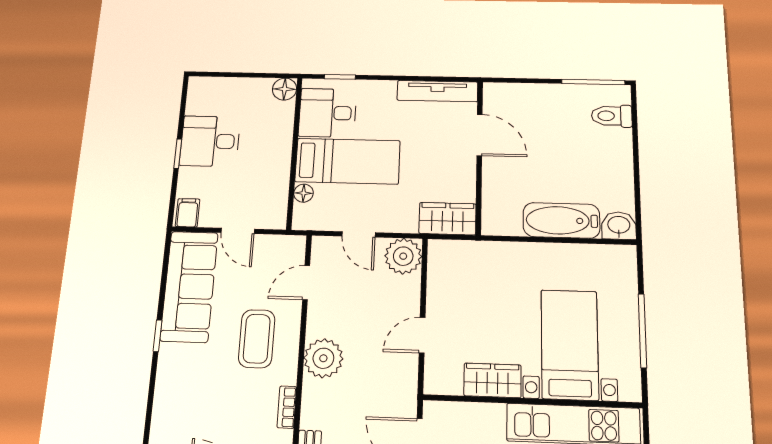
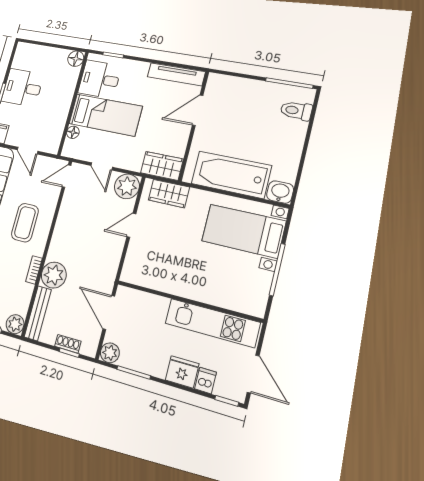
door: (480, 135) -> (198, 110), swing flipped
bathtub: (561, 220) -> (231, 175), width x1.36, depth x1.36
door: (306, 283) -> (66, 176), moved
door: (422, 335) -> (131, 225), moved
bed with nightstands: (570, 344) -> (243, 231), moved, turned -90
plant: (323, 358) -> (54, 275), moved
wardrobe: (493, 380) -> (169, 194), moved, turned 180

